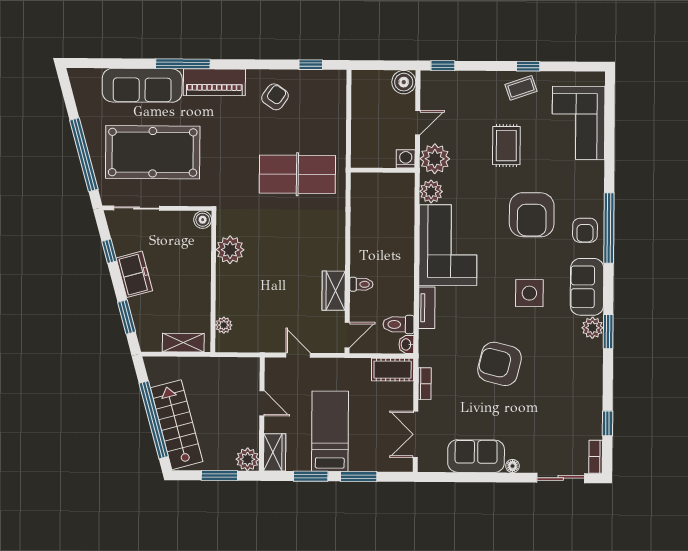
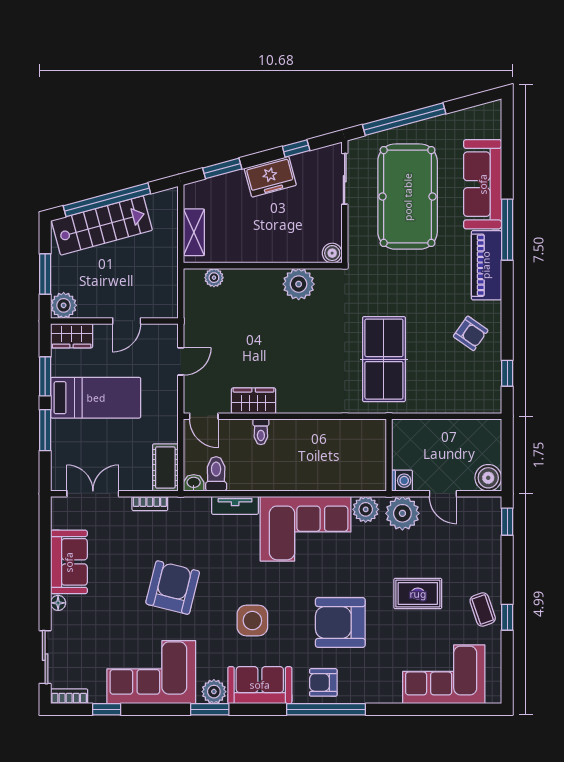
corner sofa: (575, 383) -> (151, 672), added

